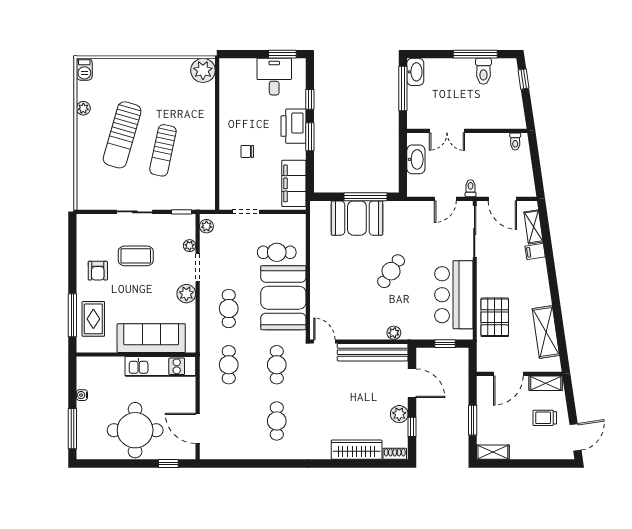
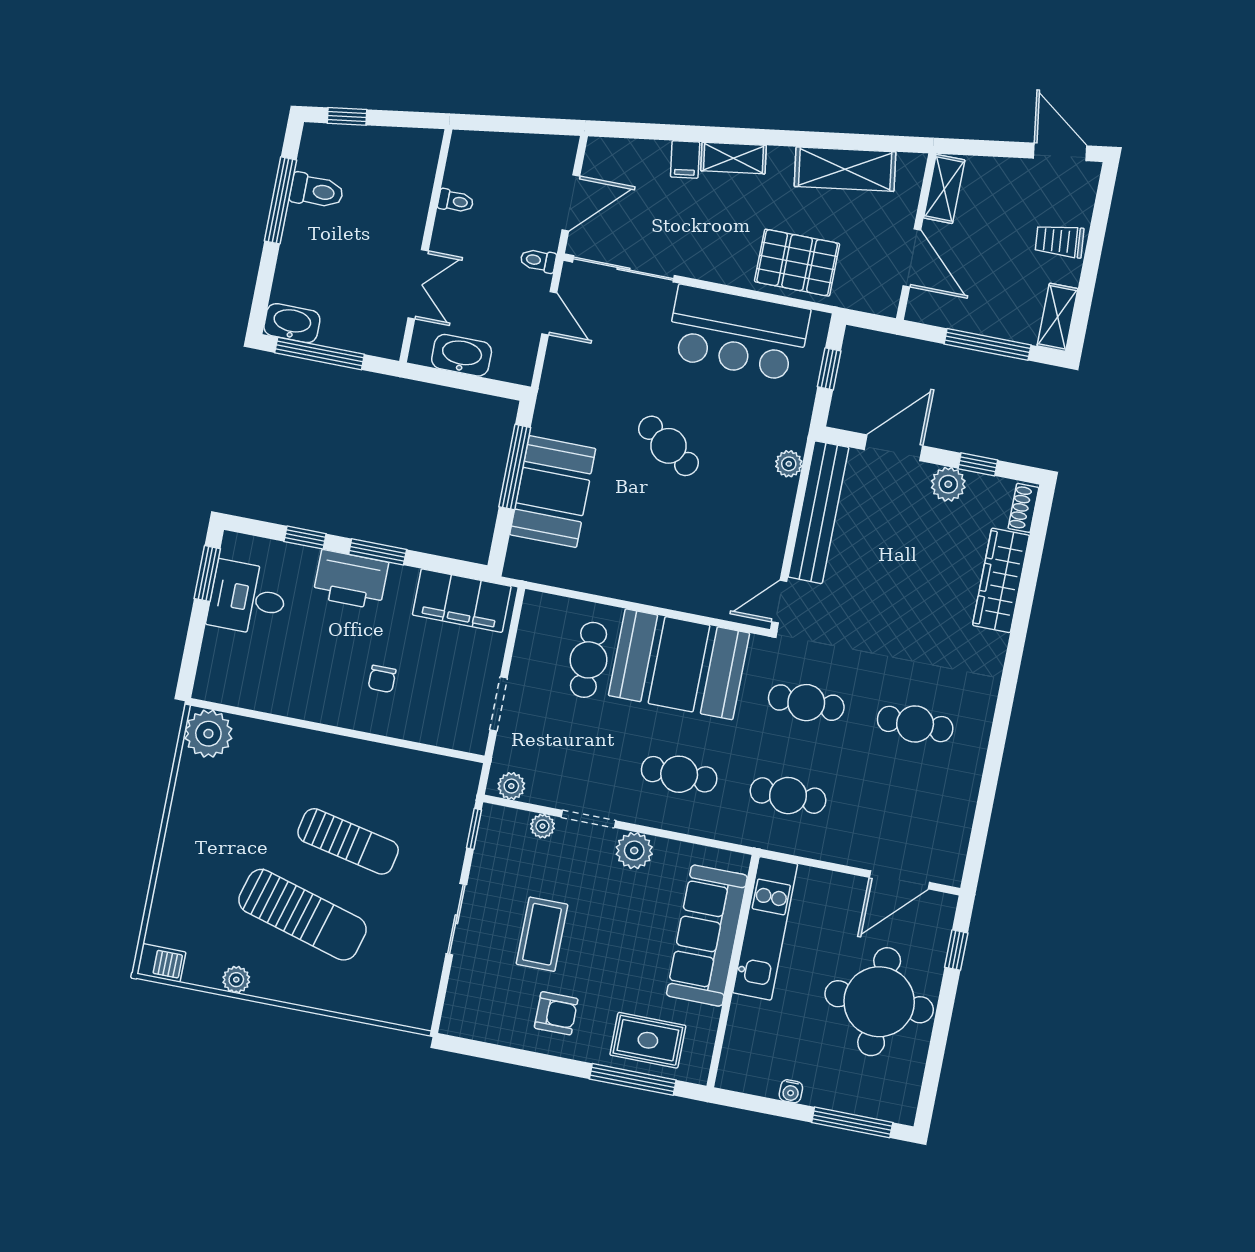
toilet: (515, 141) -> (456, 201), moved
shelving: (533, 227) -> (734, 158), moved
trolley: (545, 418) -> (1060, 241), moved, turned 85
window: (473, 420) -> (988, 344), width x1.44

